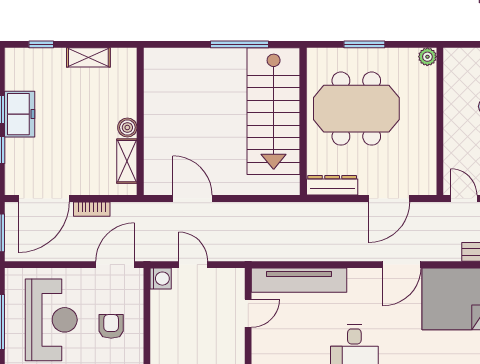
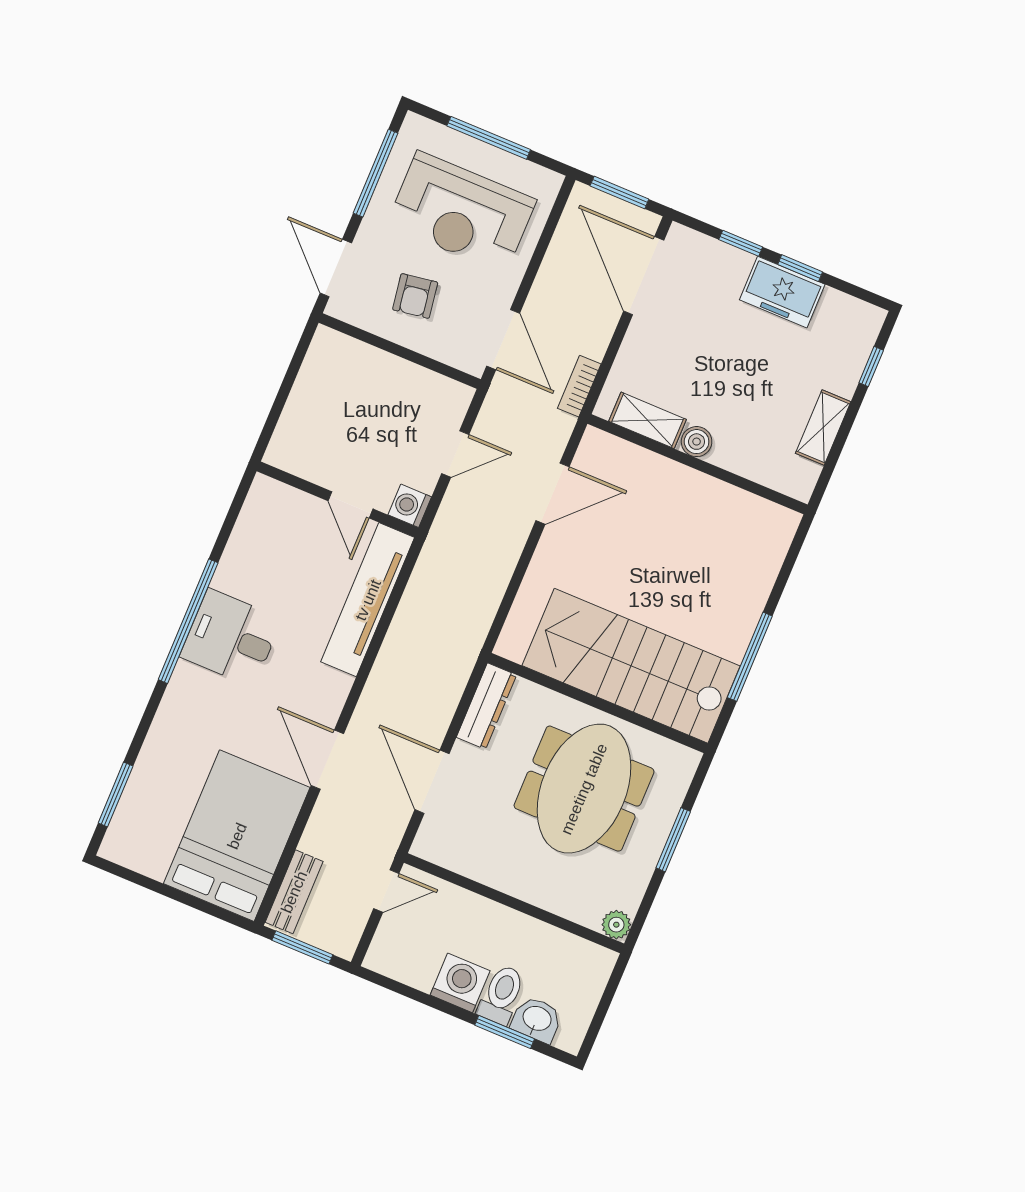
bookcase: (92, 209) -> (579, 386), moved
washing machine: (161, 279) -> (410, 506), moved, turned 90
armchair: (111, 326) -> (415, 296), turned 81

